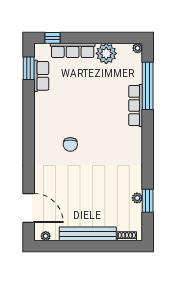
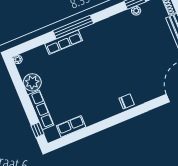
window: (29, 68) -> (69, 139), removed
window: (148, 86) -> (73, 27), moved
chair: (70, 144) -> (127, 101), moved

